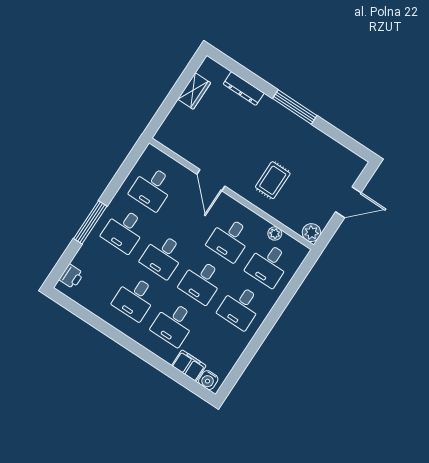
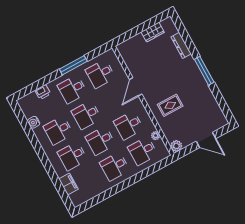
window: (90, 222) -> (73, 65), moved
printer: (71, 276) -> (43, 92), moved
water cooler: (208, 380) -> (34, 122), moved

